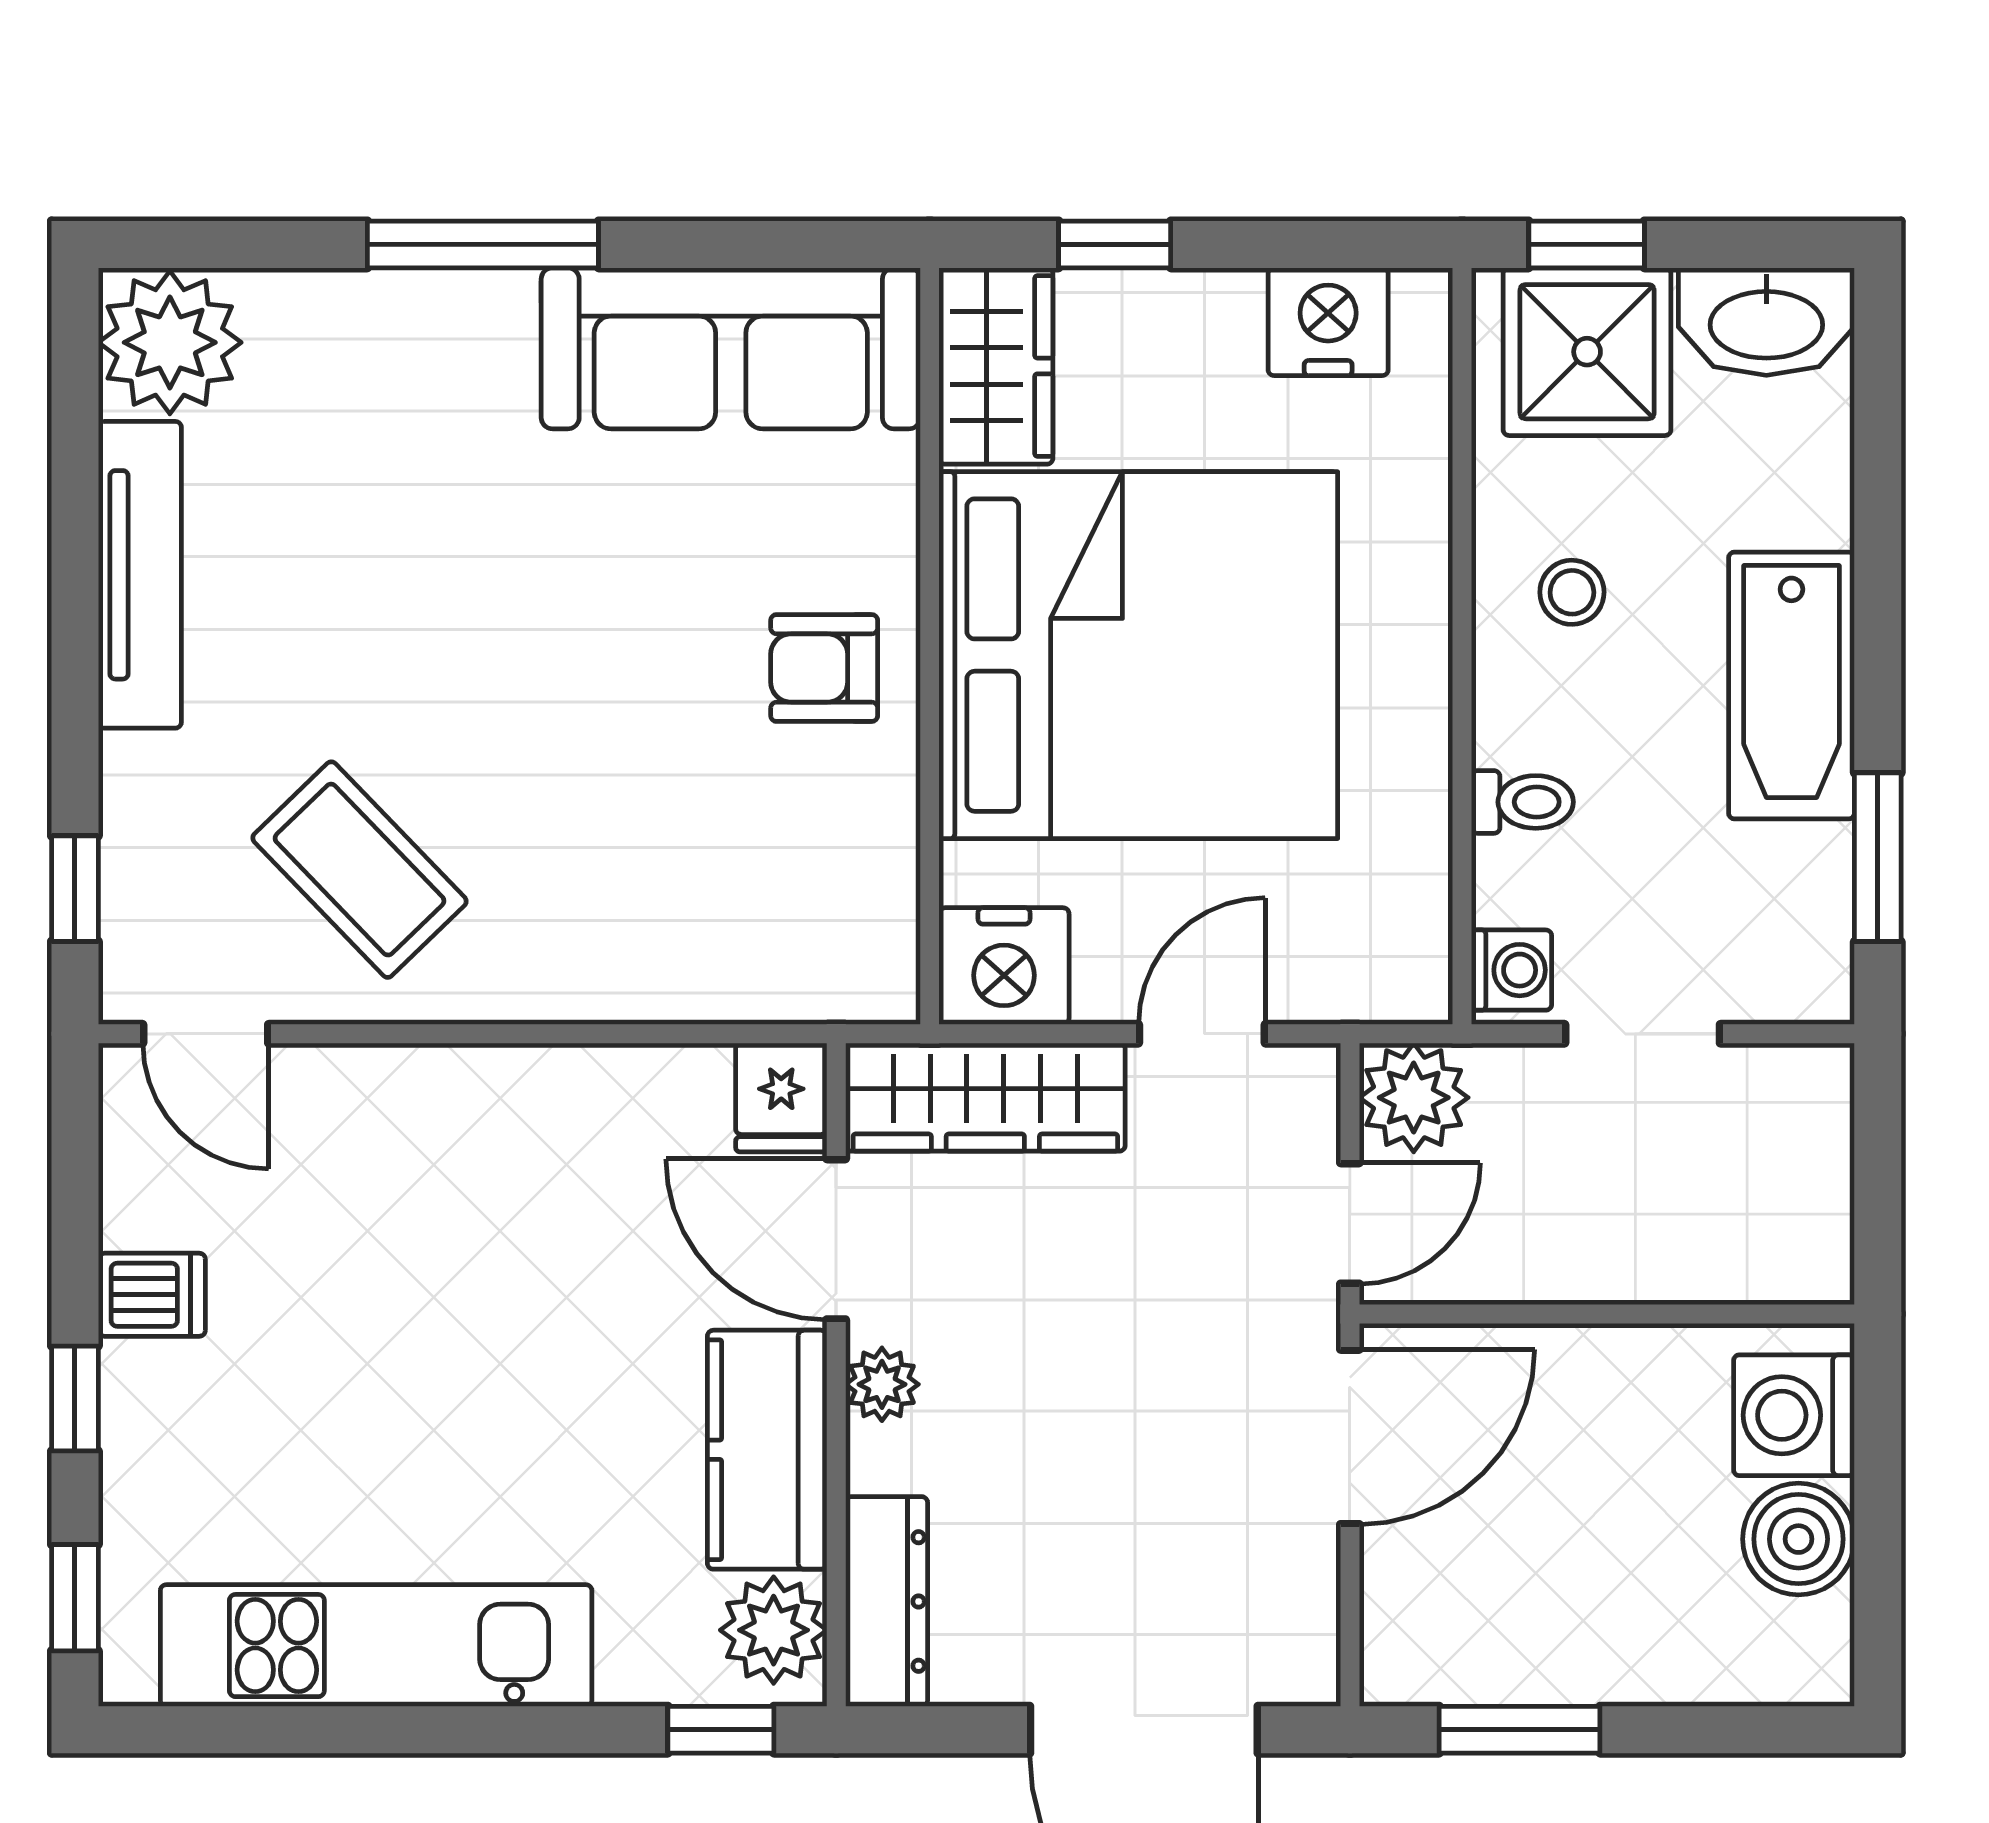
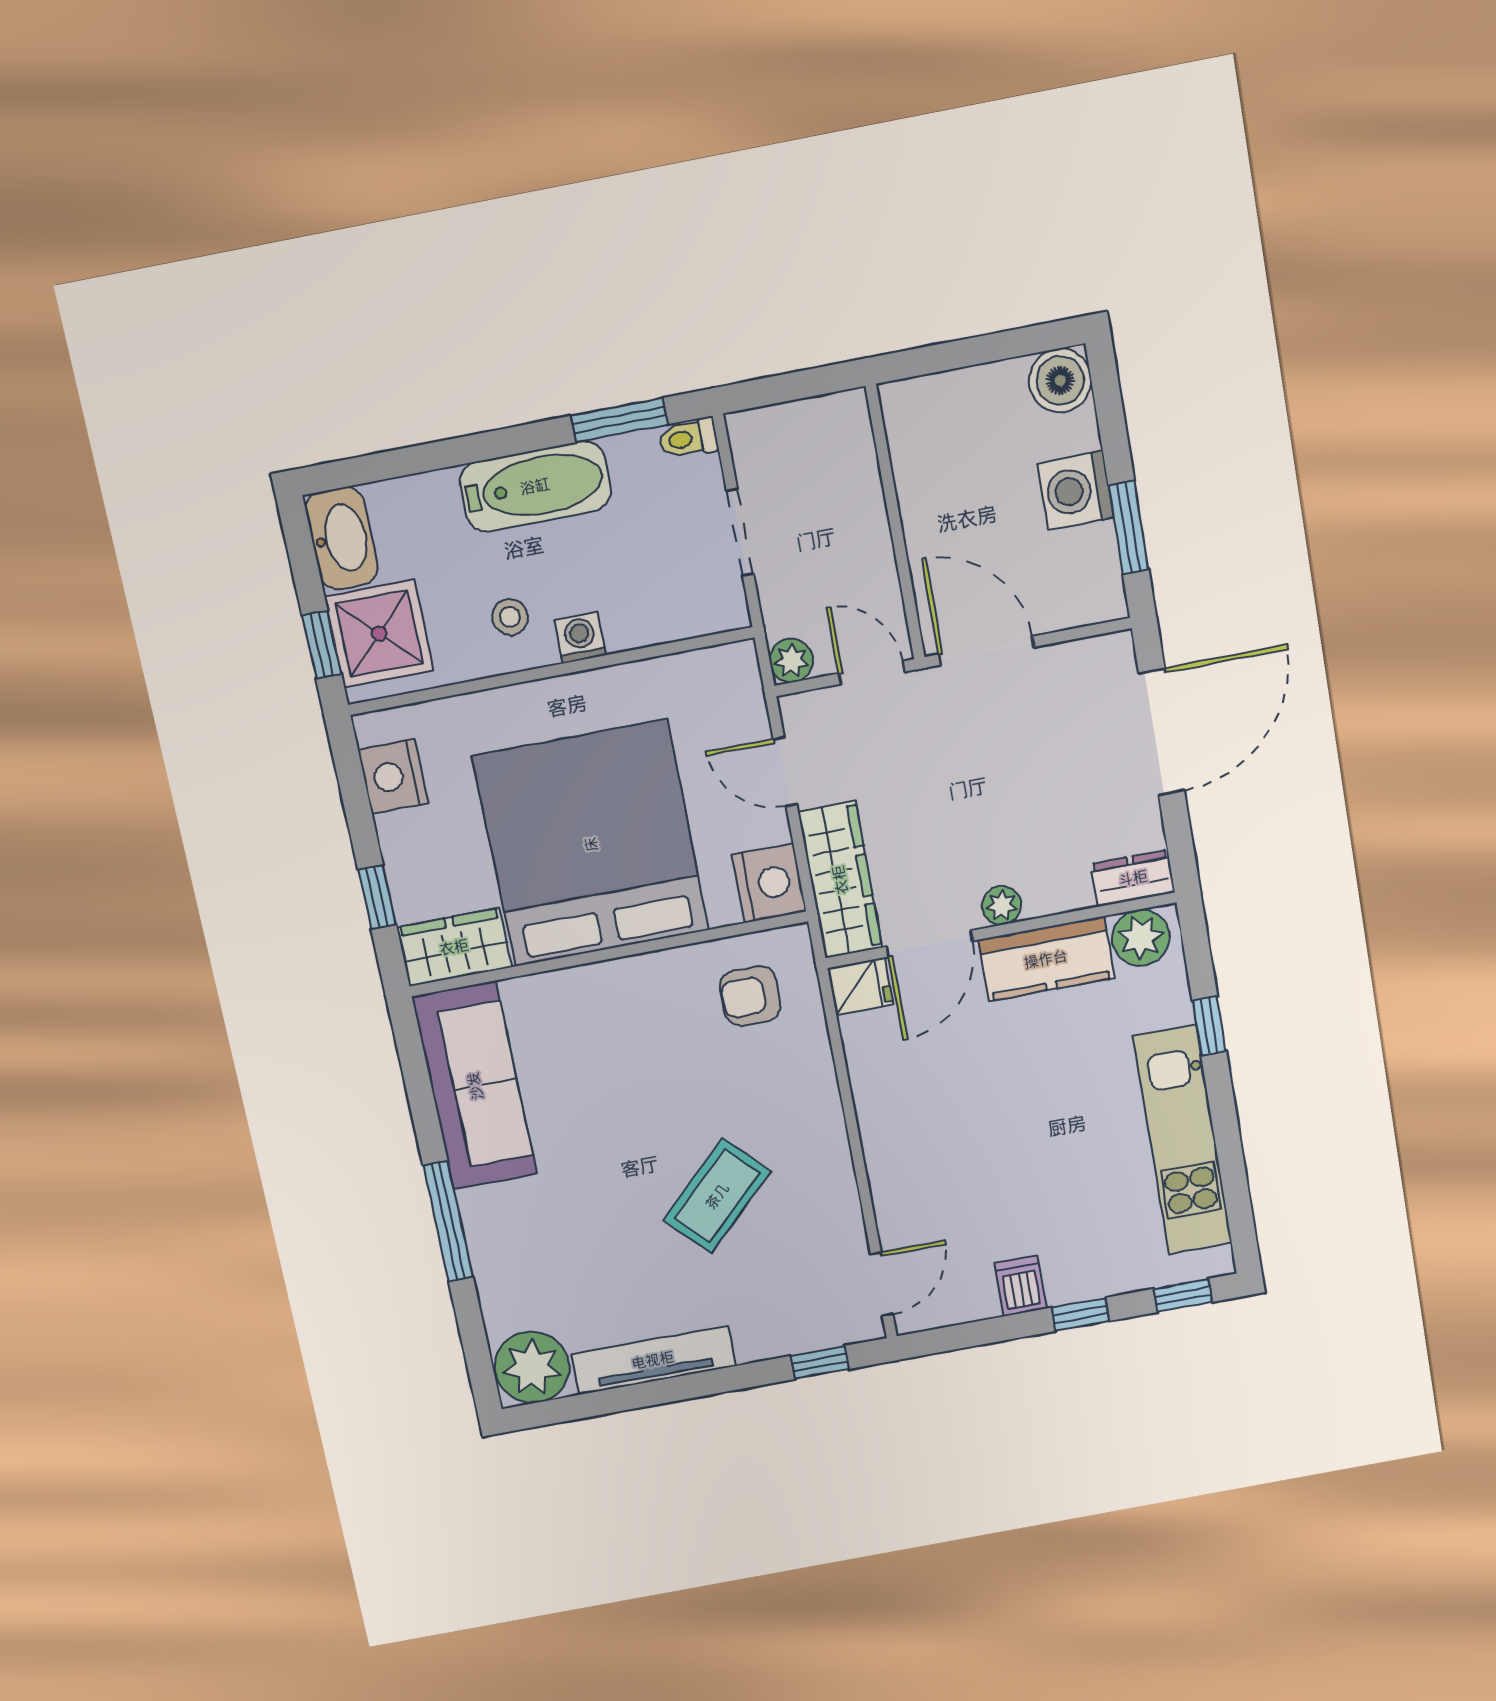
armchair: (824, 668) -> (750, 996), moved, turned 90
toilet: (1522, 802) -> (688, 438), moved, turned -90
coffee table: (359, 870) -> (717, 1196), moved
washing machine: (1512, 970) -> (580, 638), moved
plant: (1414, 1098) -> (791, 661), width x0.73, depth x0.73
washing machine: (1794, 1415) -> (1076, 490), moved, turned 90
boiler: (1798, 1539) -> (1060, 380), moved
dresser: (887, 1601) -> (1133, 878), width x0.70
window: (721, 1730) -> (1209, 1026), moved

